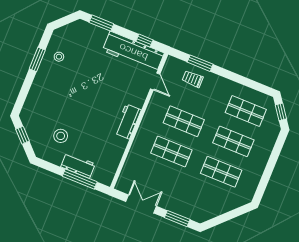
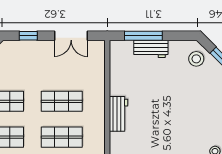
stool: (61, 136) -> (196, 59), moved
window: (177, 219) -> (28, 36), width x0.67

